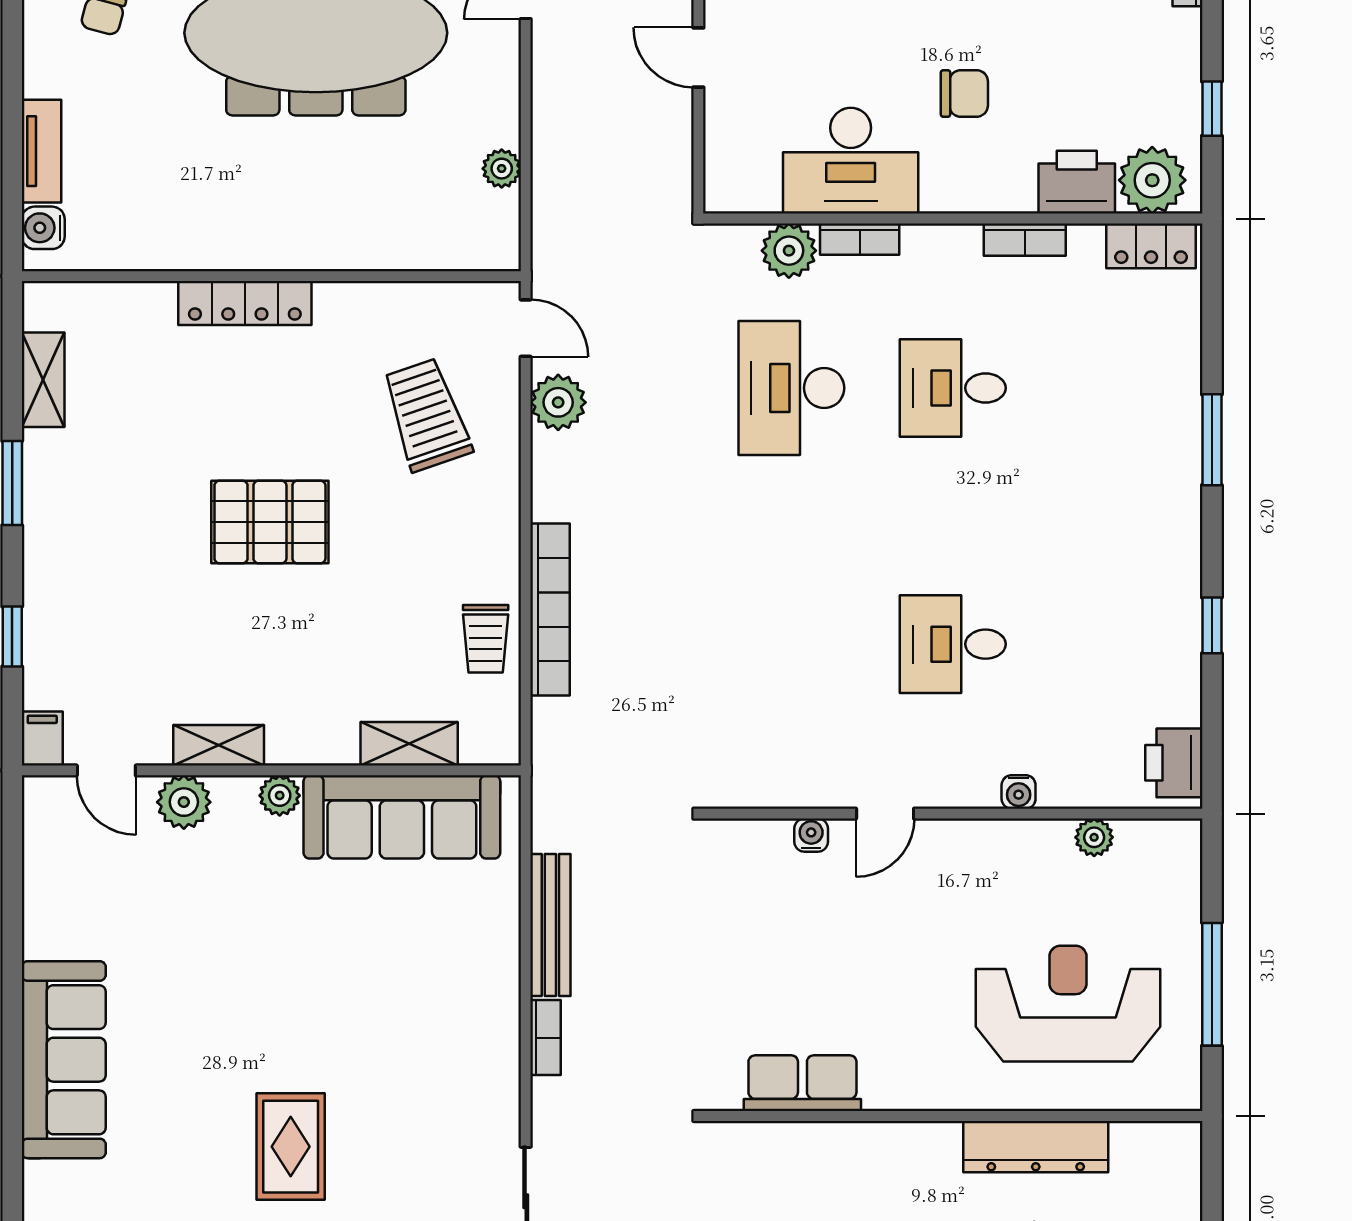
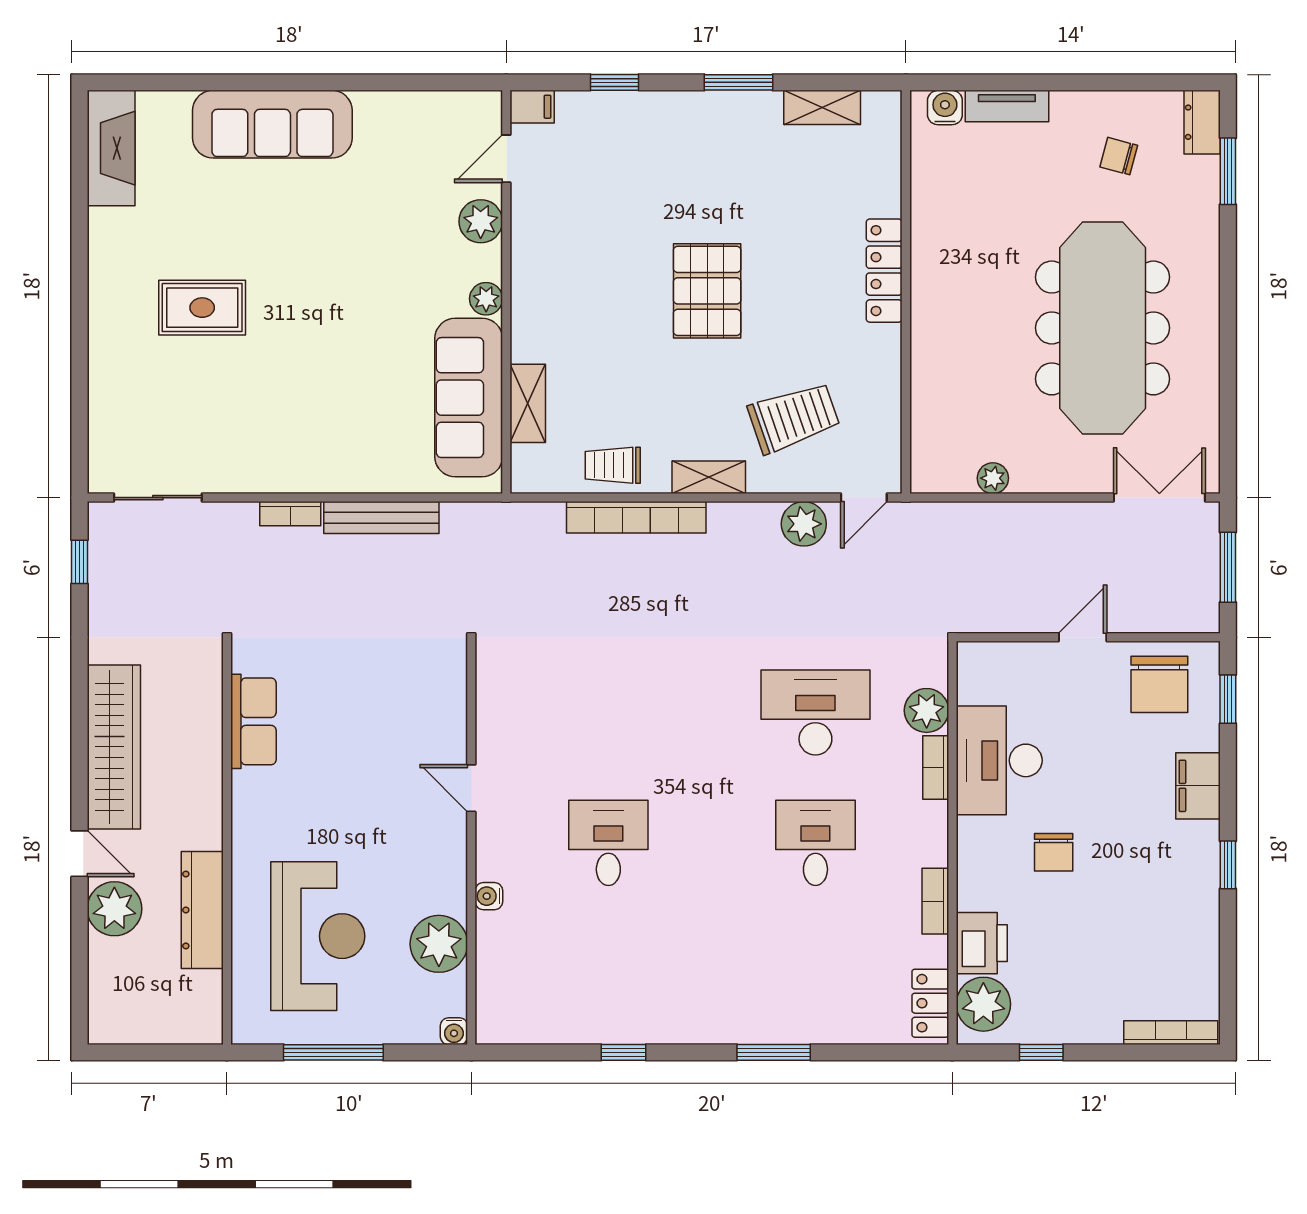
shelving: (219, 745) -> (709, 477), moved, turned 90
printer: (1174, 763) -> (512, 1022), removed
water cooler: (811, 835) -> (454, 1031), moved, turned 90
plant: (1094, 837) -> (439, 944), width x1.88, depth x1.88

